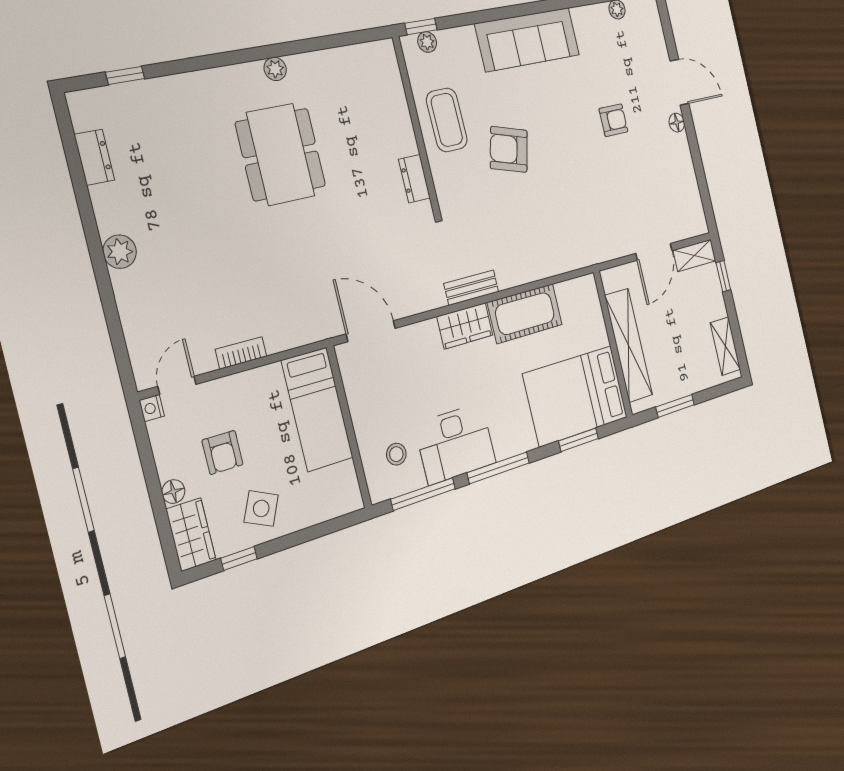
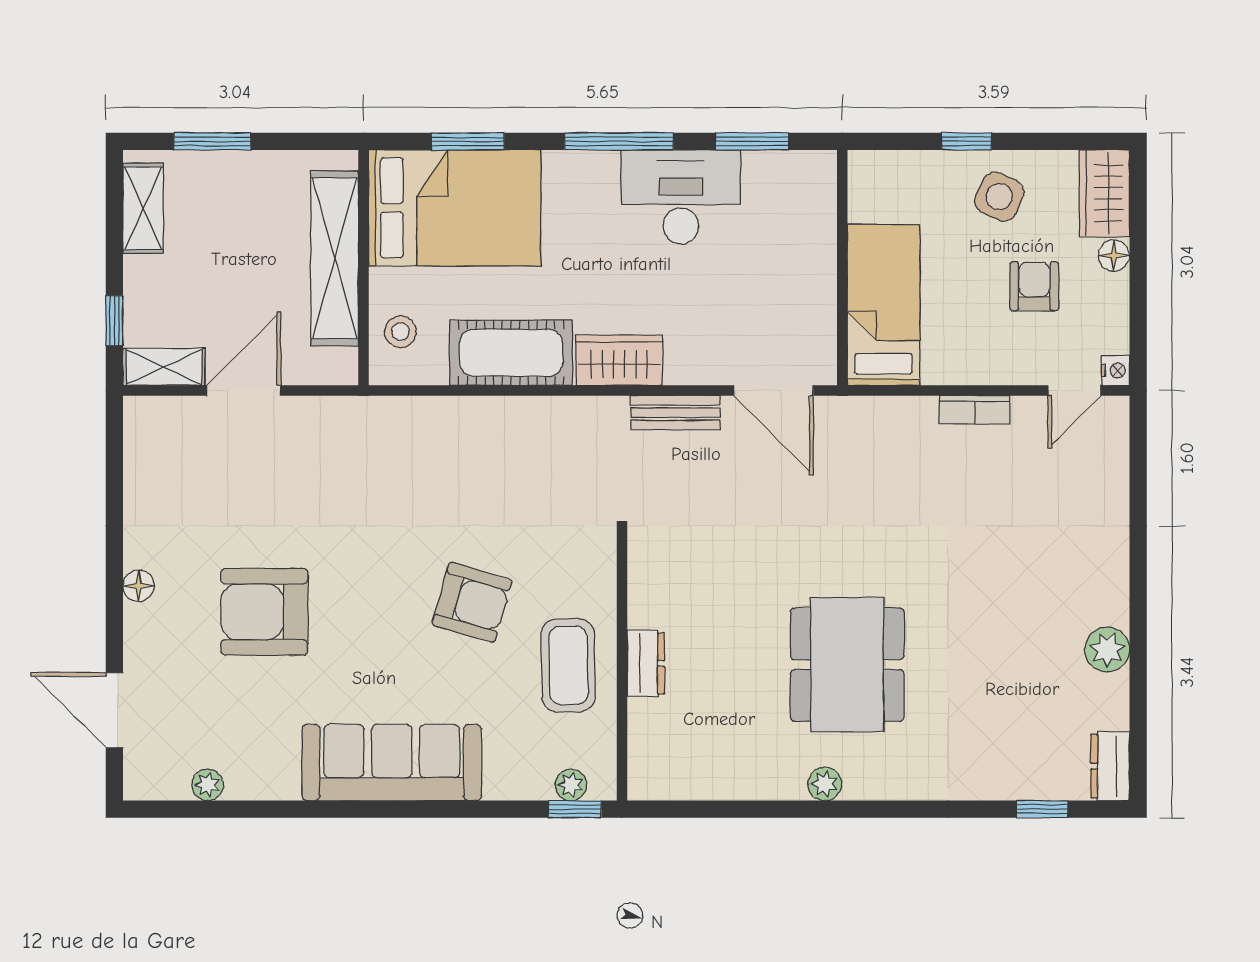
door: (679, 82) -> (114, 710), moved
armchair: (613, 120) -> (264, 612), width x1.88, depth x1.88
dresser: (94, 157) -> (1110, 766), moved
dresser: (414, 179) -> (646, 663), moved
plant: (120, 252) -> (1107, 650), moved
bench: (471, 288) -> (675, 413), moved
window: (675, 406) -> (212, 141), moved
stool: (396, 454) -> (400, 332), moved
window: (423, 494) -> (752, 141), width x0.69
window: (239, 558) -> (966, 141), moved

